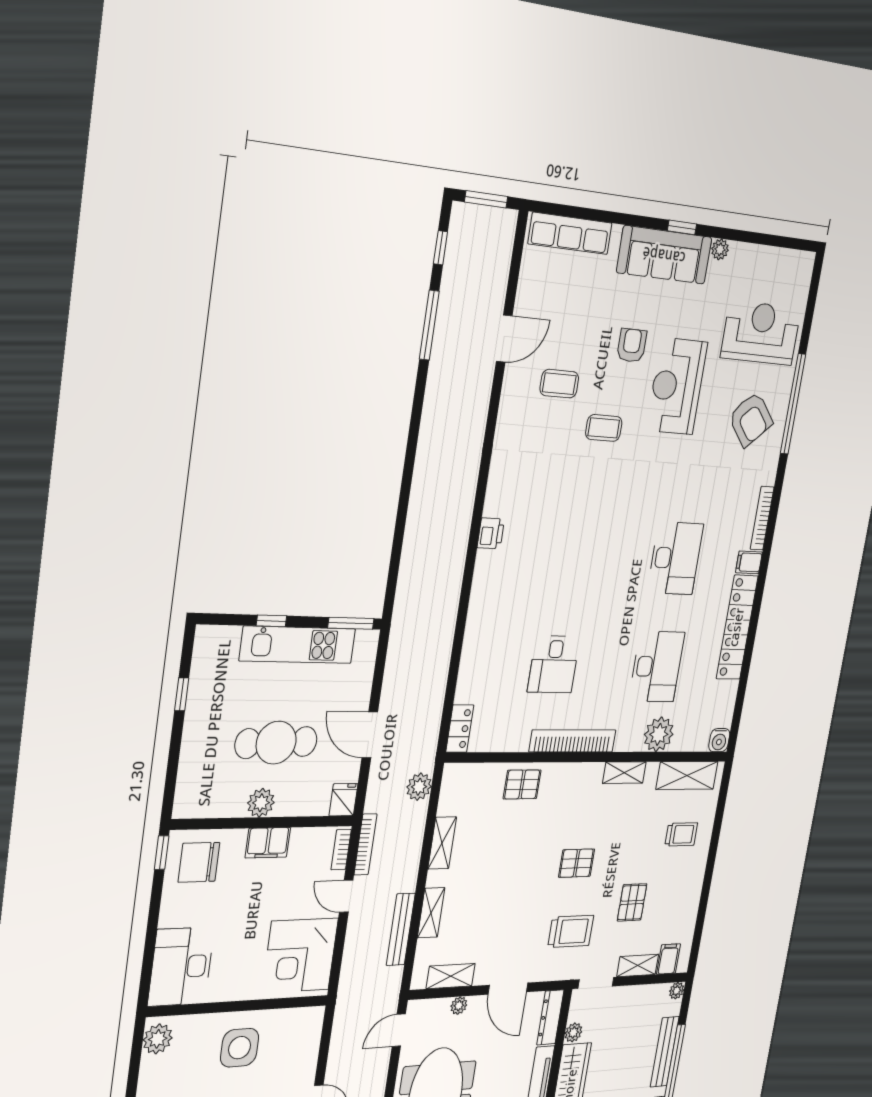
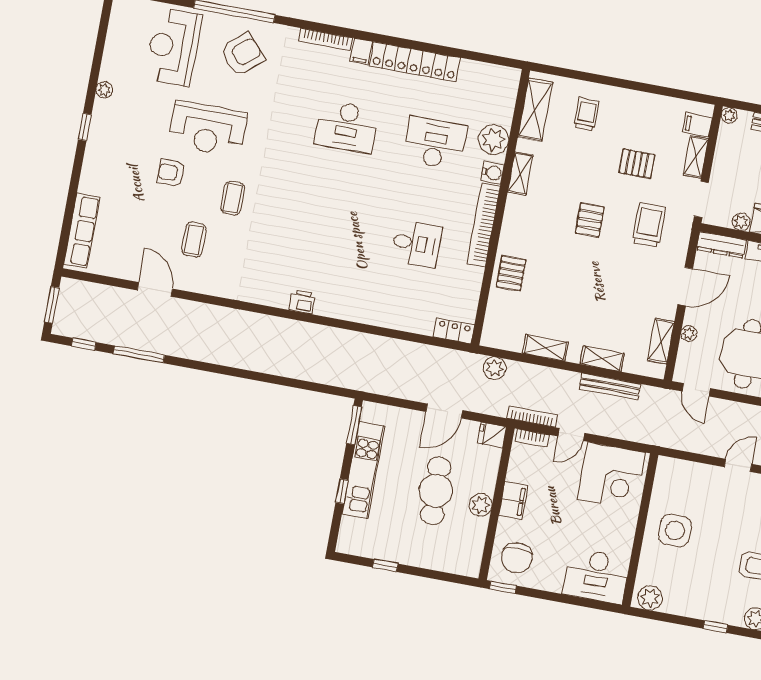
sofa: (664, 255) -> (104, 143), removed
desk: (675, 558) -> (347, 127), turned 180
water cooler: (719, 740) -> (492, 173), moved

